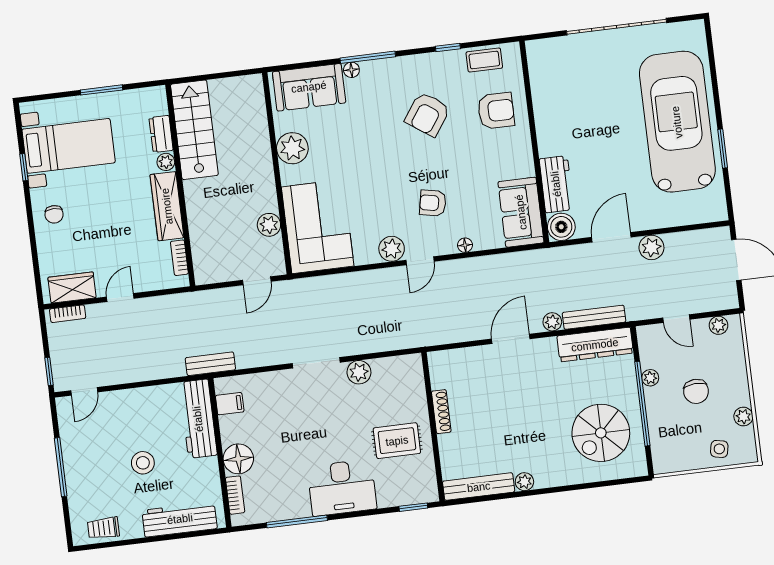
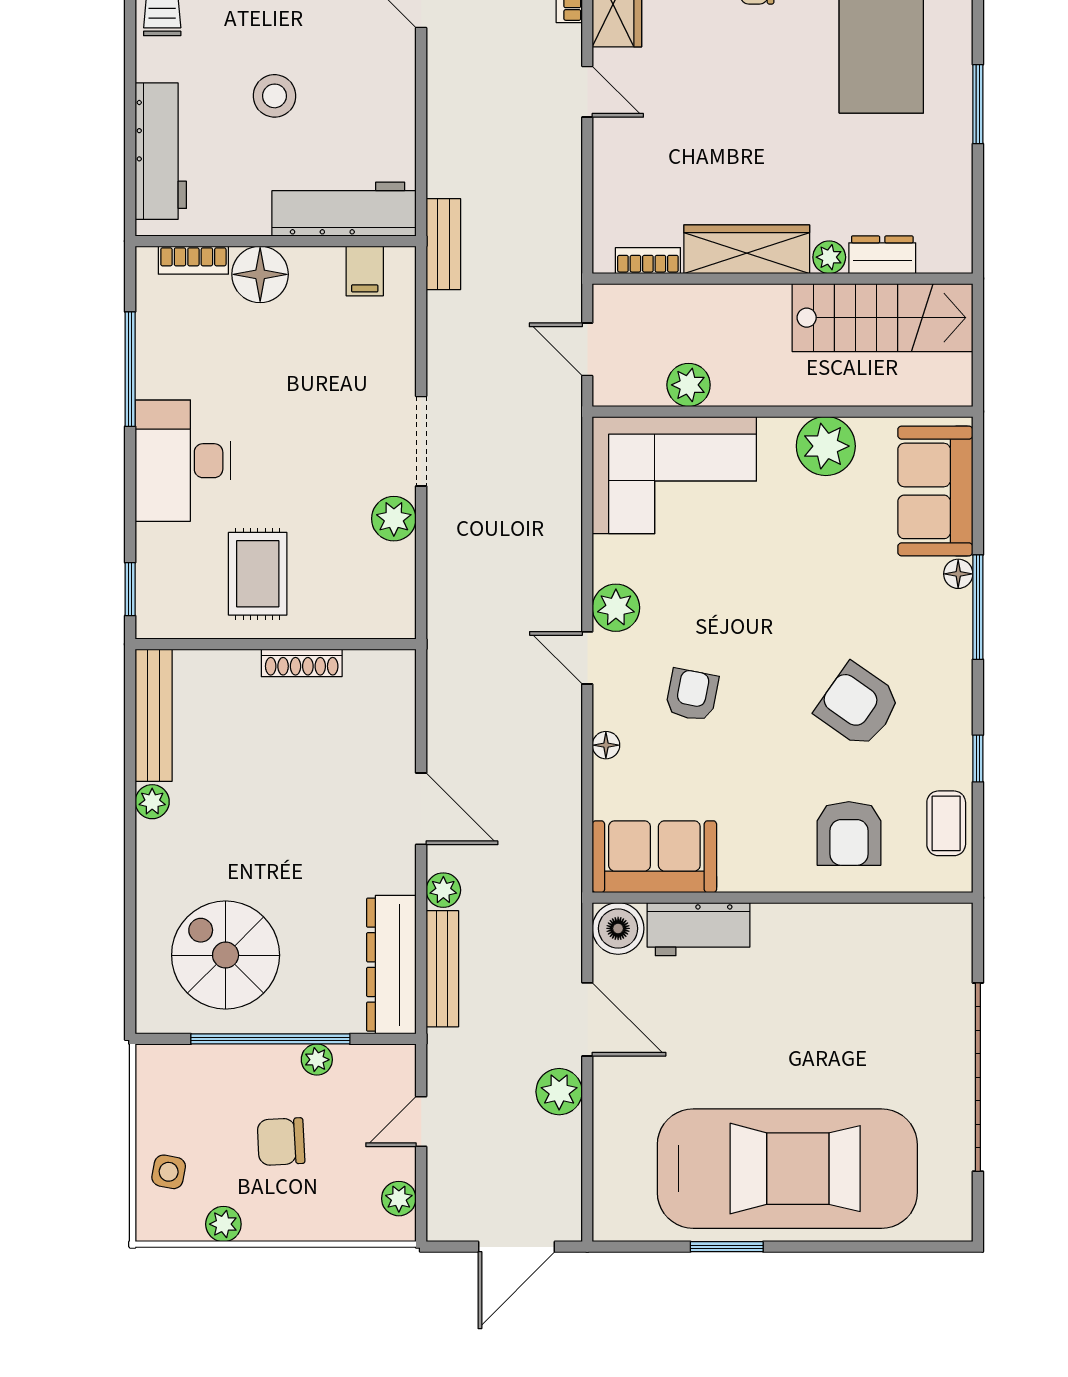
stairs: (194, 130) -> (883, 318), moved
dresser: (161, 134) -> (882, 255), moved
plant: (166, 162) -> (829, 257), moved
wall: (180, 185) -> (783, 279), moved
wardrobe: (167, 206) -> (747, 249), moved
bookcase: (179, 258) -> (648, 261), moved

